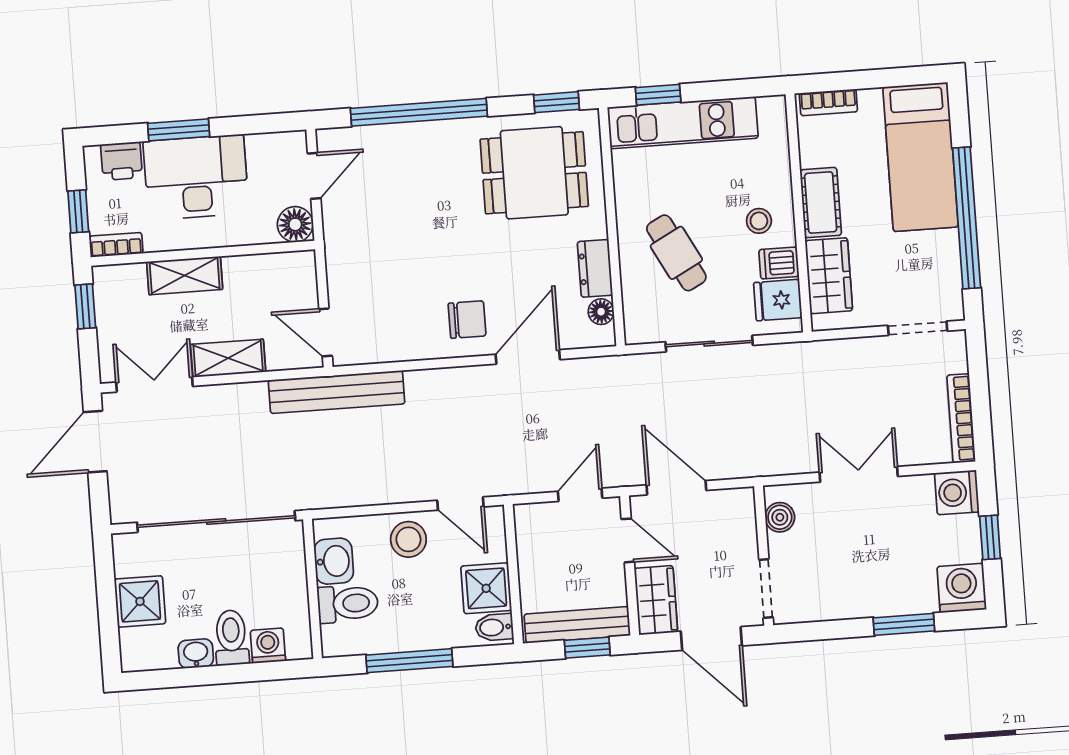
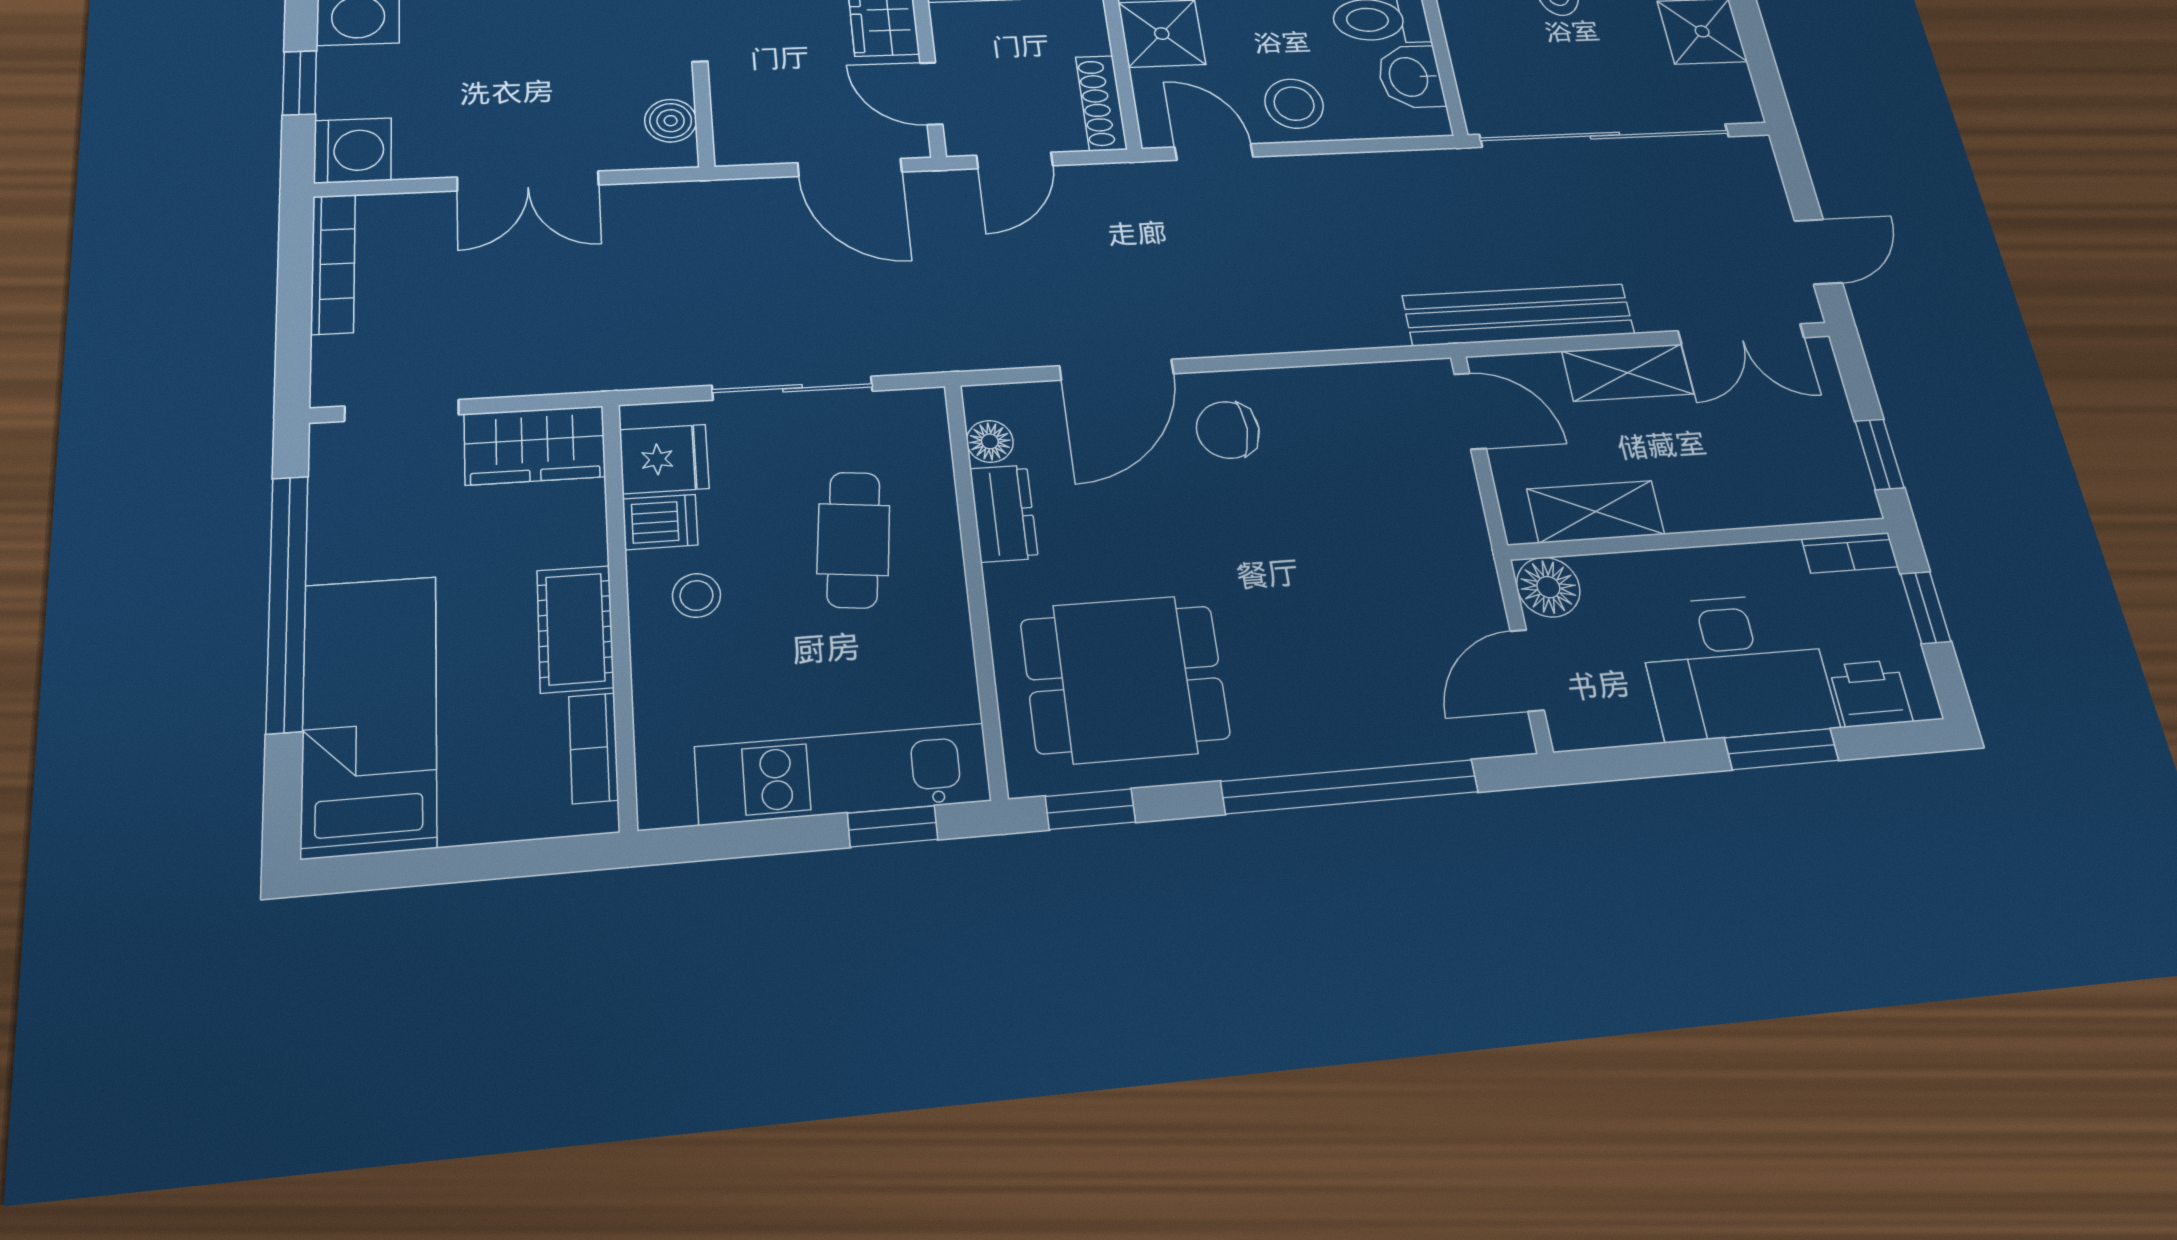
bookcase: (828, 102) -> (594, 748), moved, turned -90
cafe table: (676, 253) -> (854, 540), turned 34
shelving: (185, 275) -> (1596, 512), moved
wardrobe: (829, 276) -> (535, 445), moved, turned -90
bench: (337, 392) -> (1519, 315), moved
door: (95, 442) -> (1818, 252), width x0.73
shoe rack: (526, 537) -> (1101, 103), added

